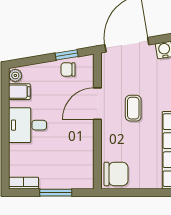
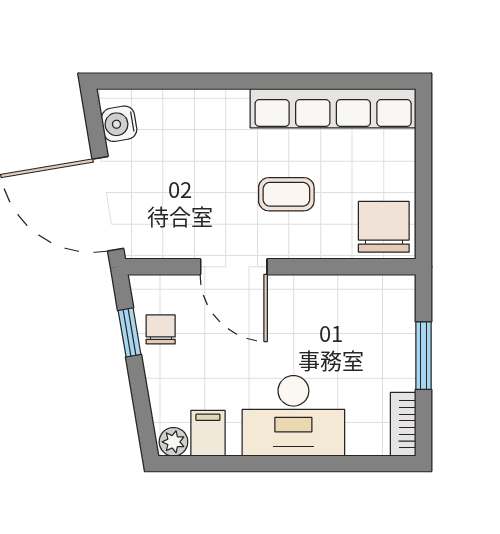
chair: (68, 69) -> (161, 329), turned 180
coffee table: (133, 108) -> (286, 194), moved
desk: (27, 125) -> (293, 416), width x1.37

